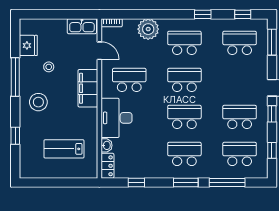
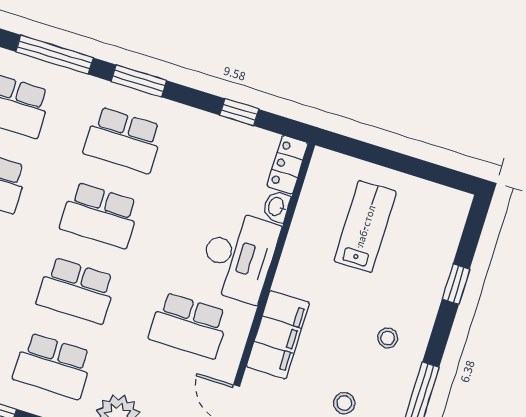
stool: (38, 102) -> (388, 338), width x0.53, depth x0.53
lab bench: (64, 149) -> (365, 226), turned -90

